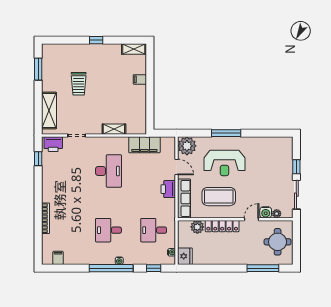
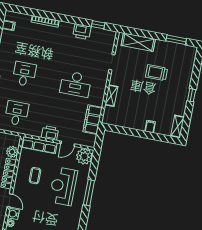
printer: (53, 144) -> (82, 32), moved, turned -90
coffee table: (219, 197) -> (35, 176), width x0.54, depth x0.58

